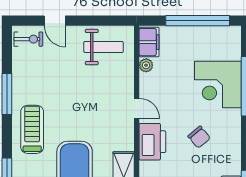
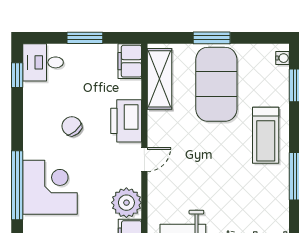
plant: (146, 65) -> (126, 203), width x1.87, depth x1.87
door: (137, 108) -> (144, 160), swing flipped

